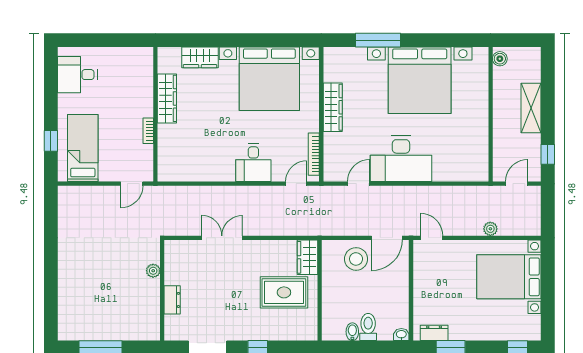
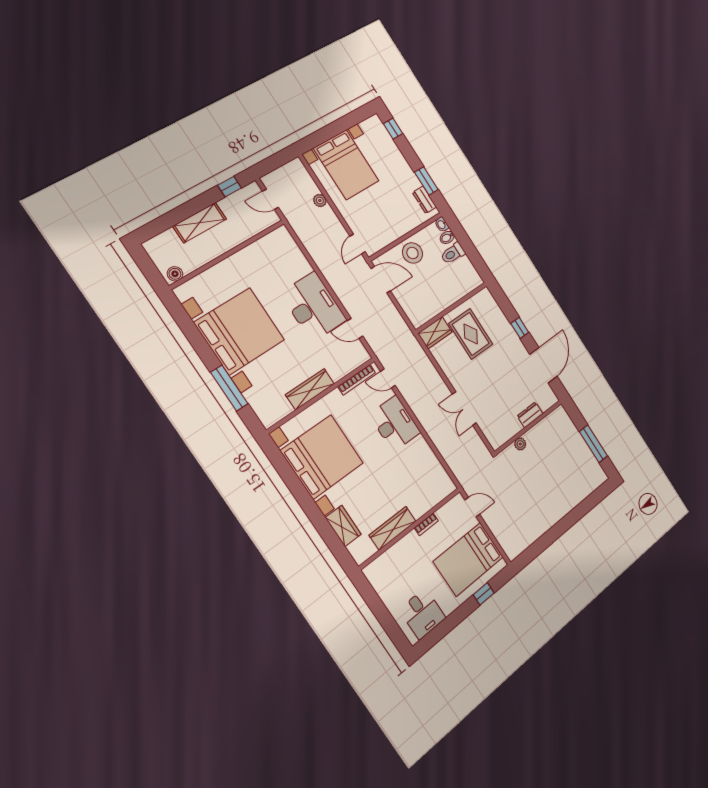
bed: (83, 148) -> (468, 559), width x1.50
desk: (253, 163) -> (395, 423), width x1.37
stool: (356, 259) -> (412, 253), moved
bidet: (352, 332) -> (447, 237), moved

